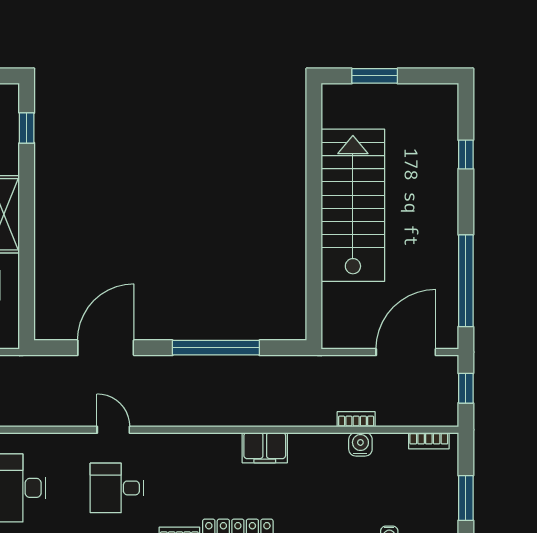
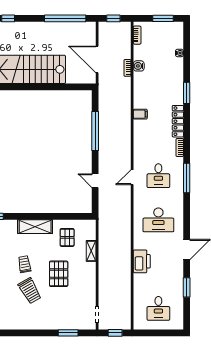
door: (106, 348) -> (95, 181), width x0.53
door: (406, 352) -> (97, 59), moved
filing cabinet: (265, 448) -> (140, 114), width x0.50

